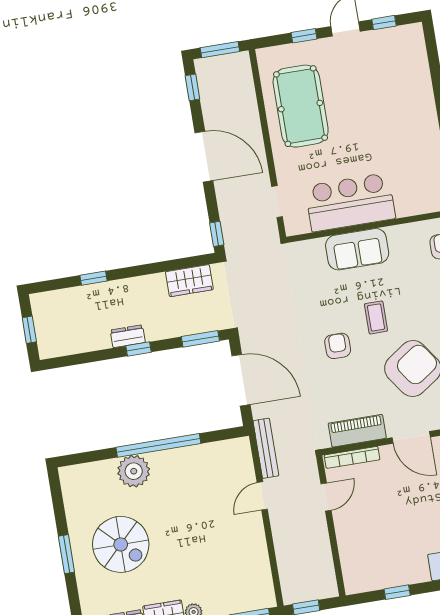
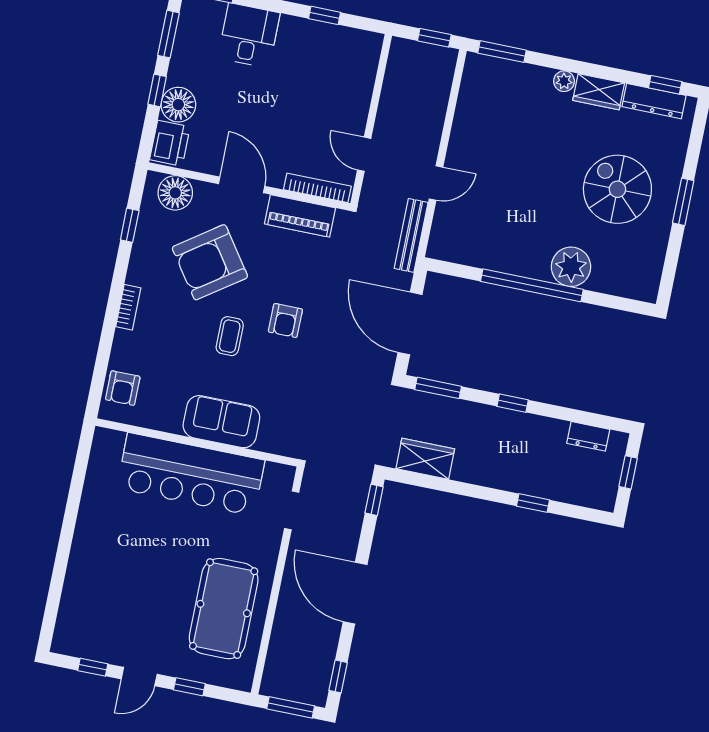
bar counter: (350, 202) -> (191, 474), width x1.36
dresser: (128, 336) -> (588, 436), moved
door: (326, 497) -> (364, 154), hinge flipped

